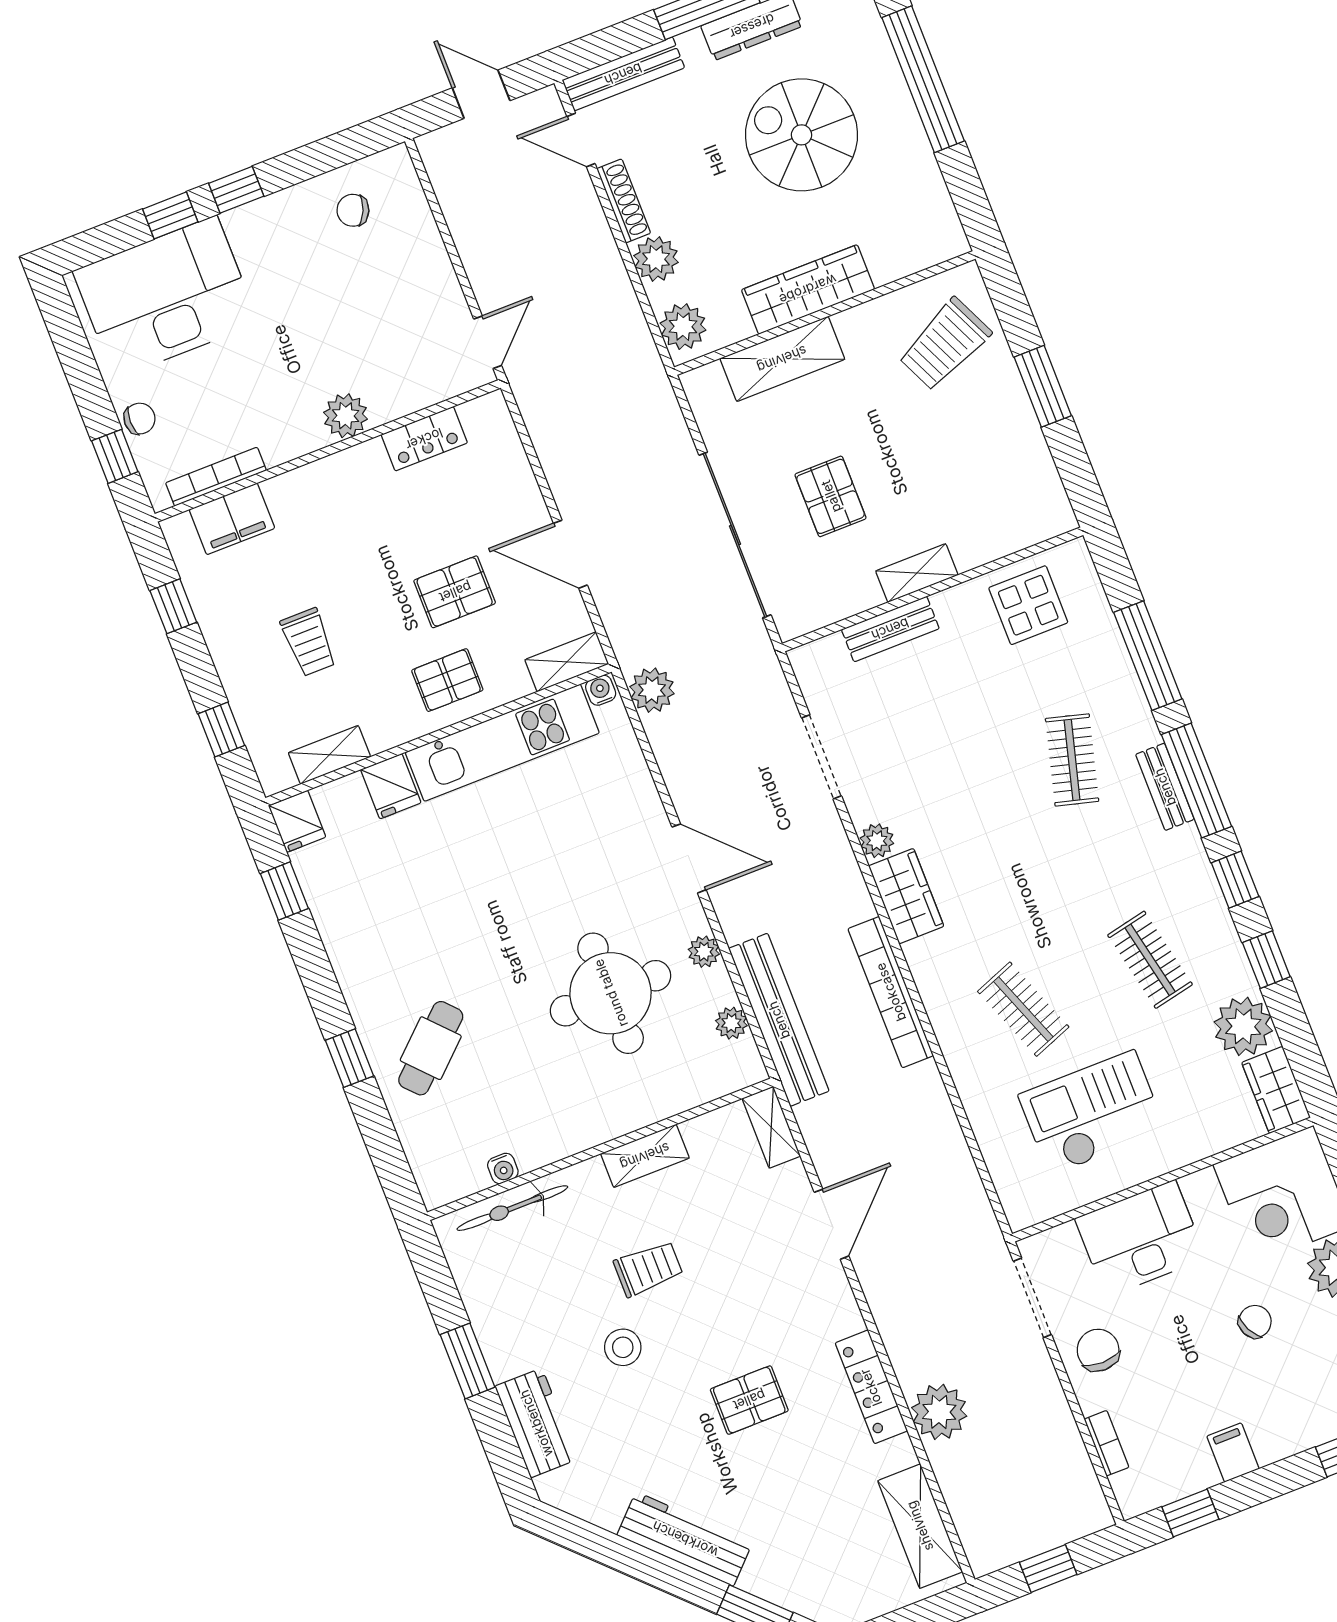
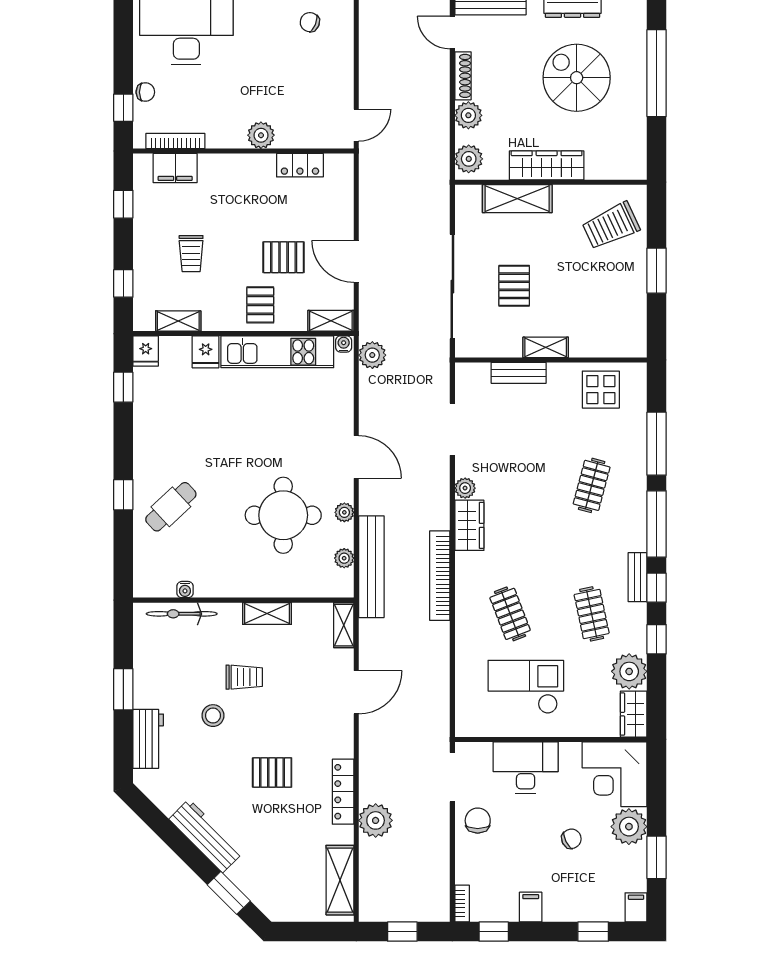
pallet: (447, 680) -> (260, 305), turned 90
bench: (1165, 787) -> (638, 577), moved
bookcase: (1107, 1443) -> (462, 904), moved

